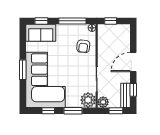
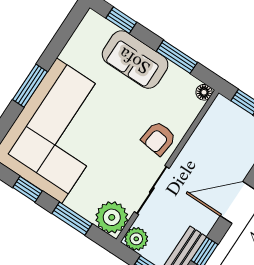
window: (72, 21) -> (177, 57), width x0.69
sofa: (41, 33) -> (135, 60), moved
armchair: (83, 46) -> (159, 138), moved

